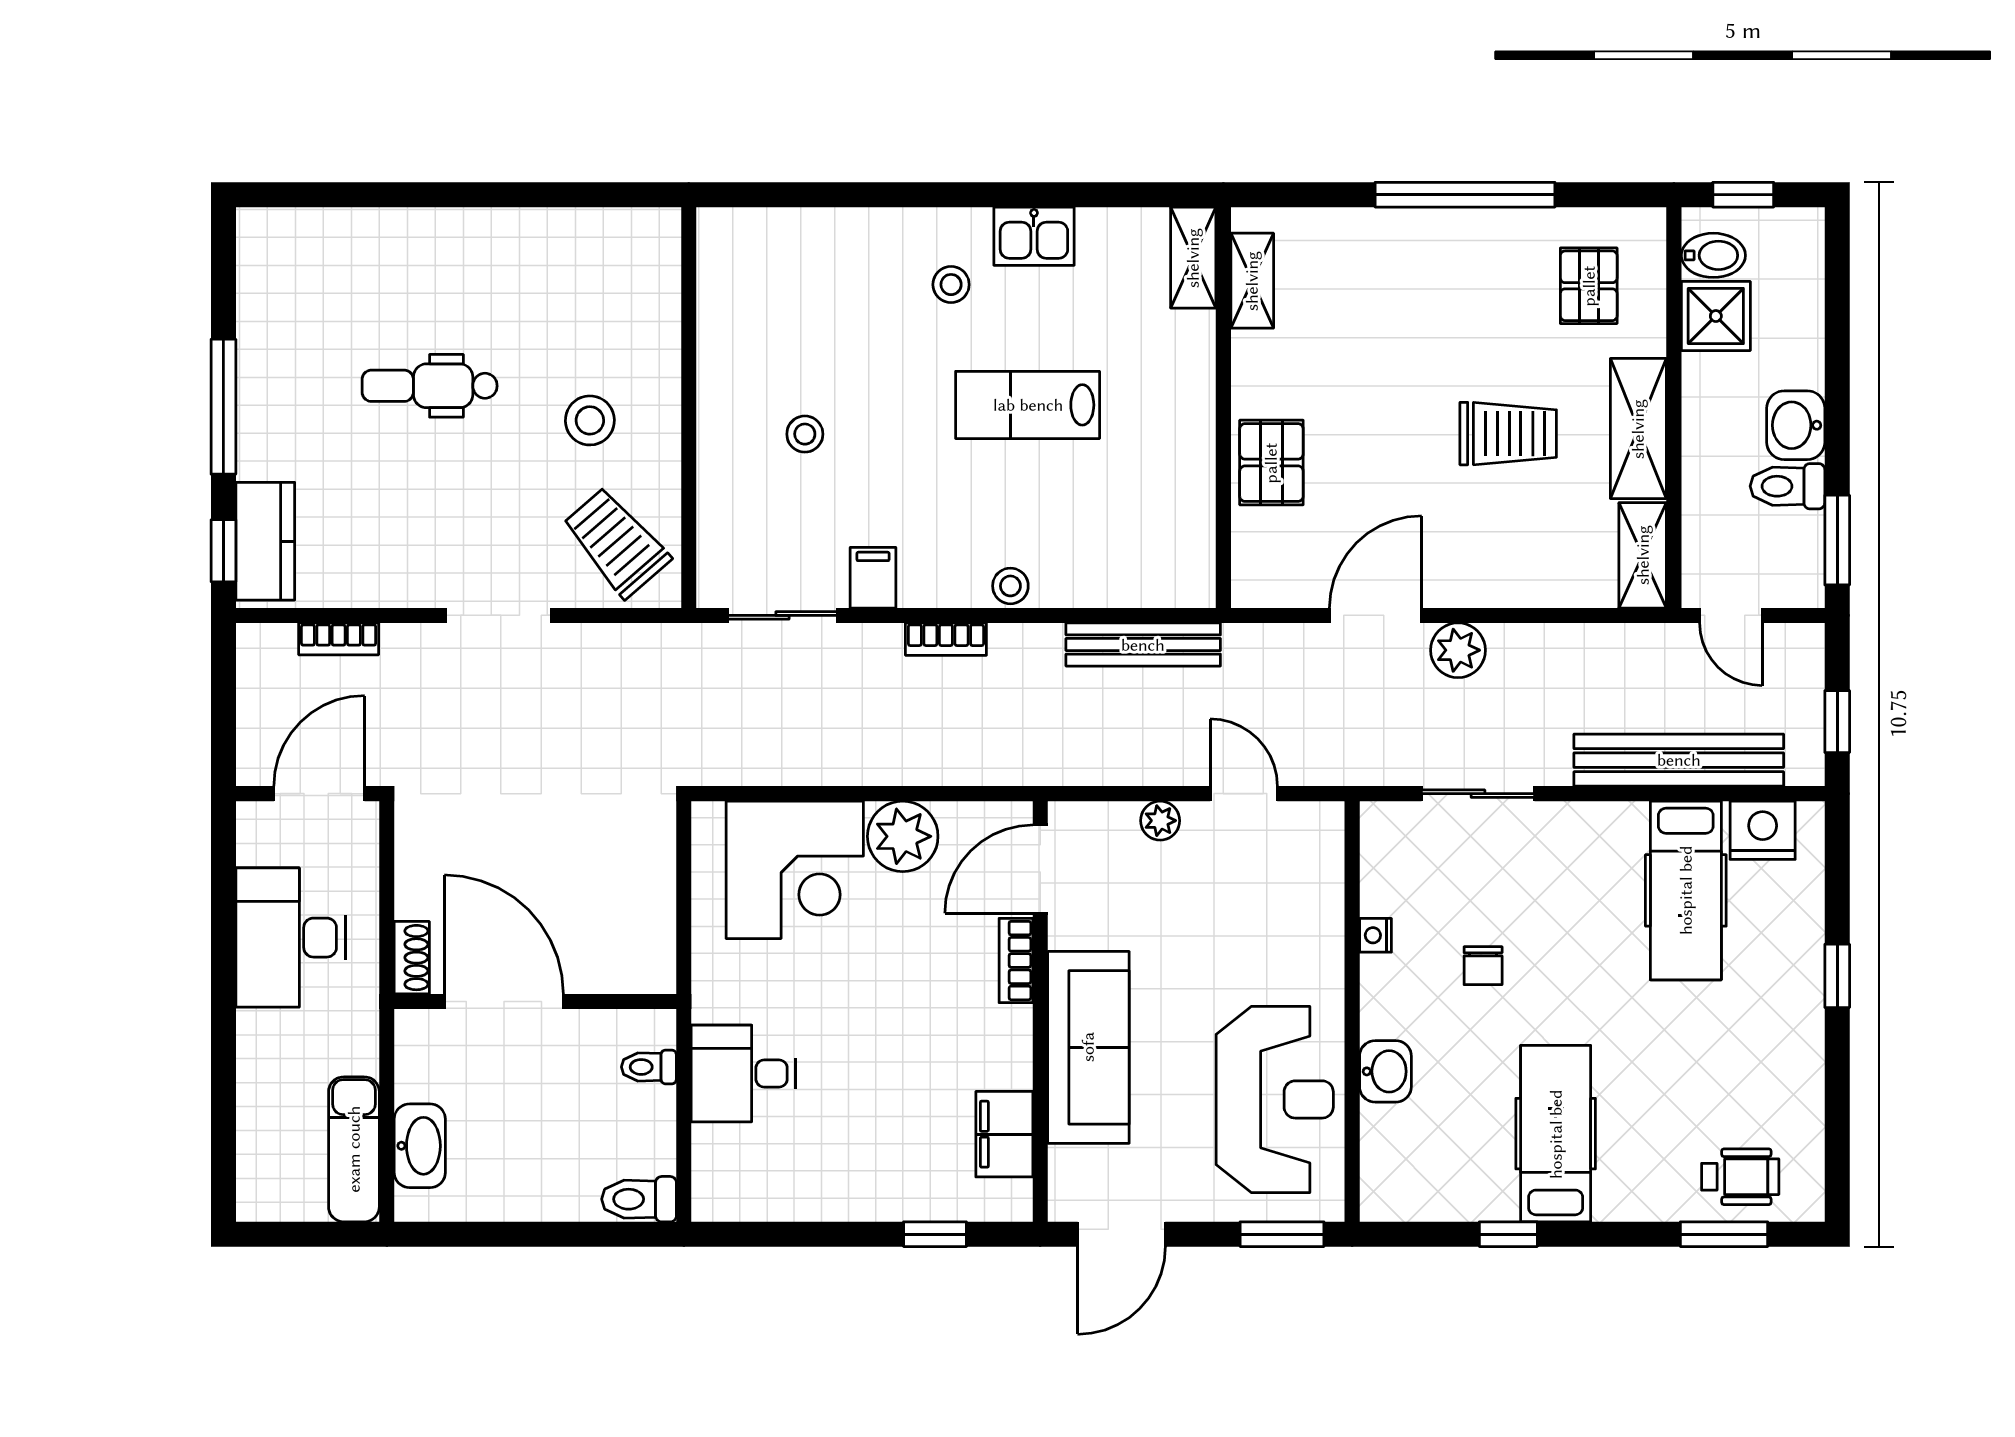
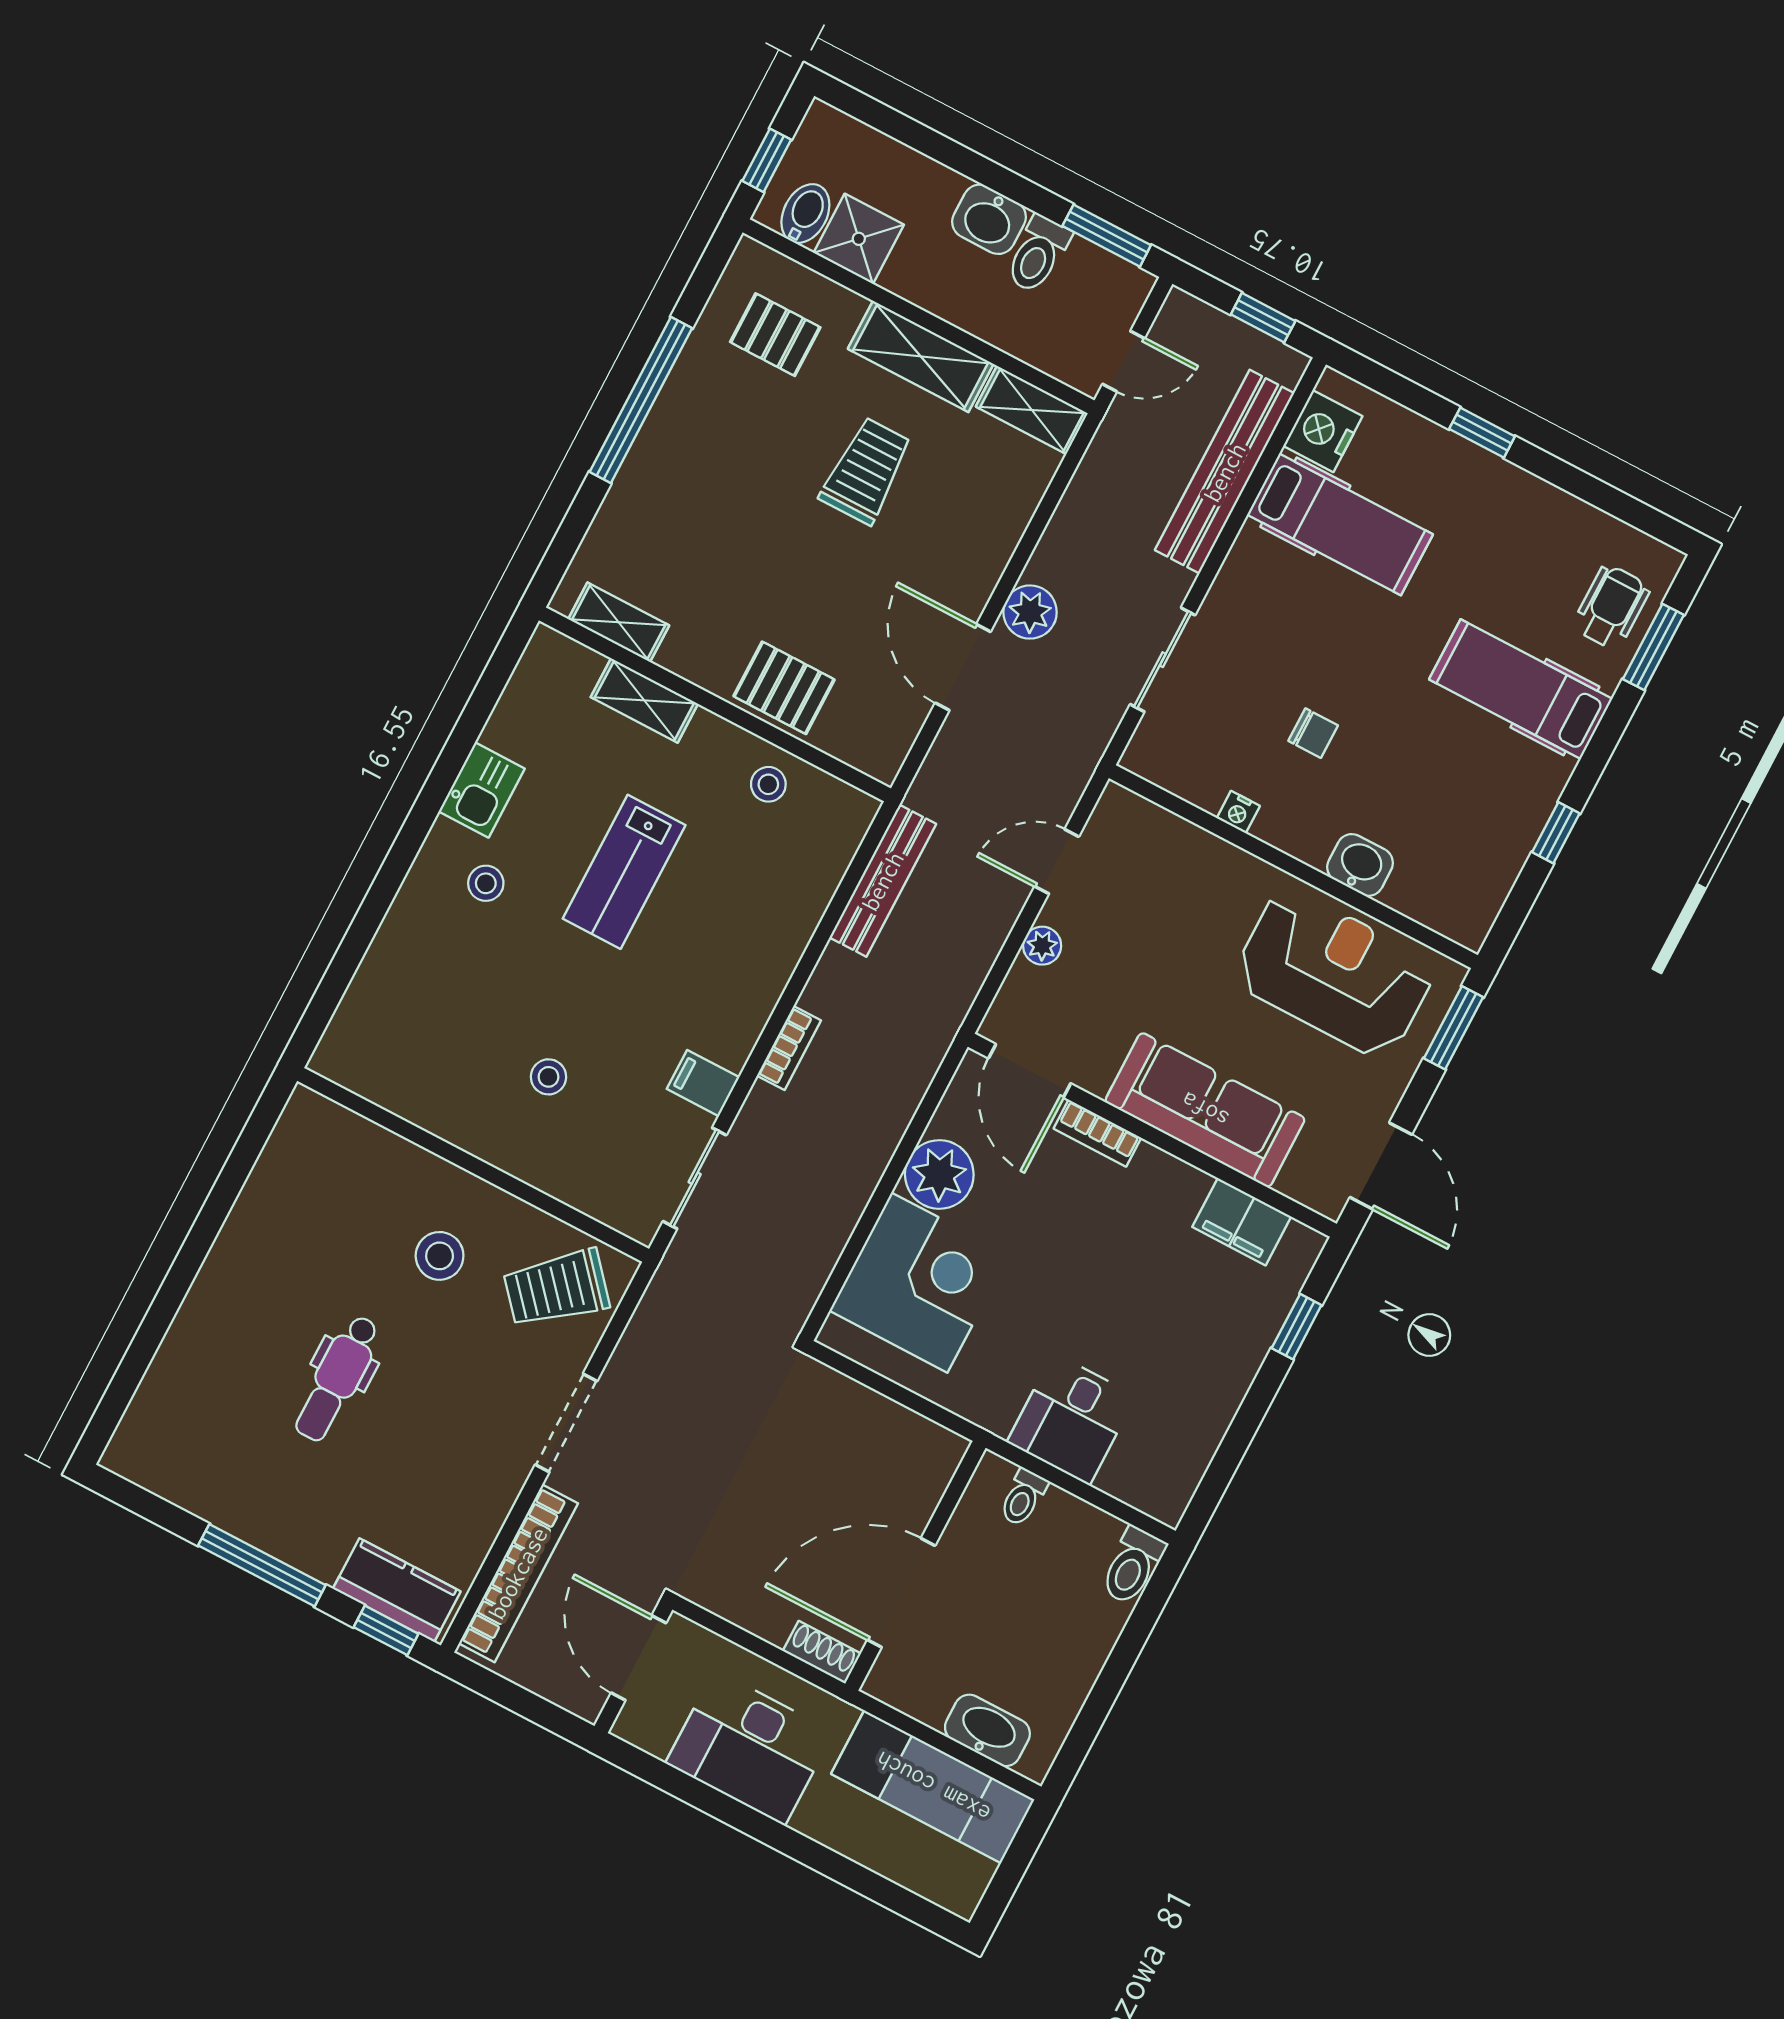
shelving: (1193, 258) -> (644, 700), moved
stool: (1010, 586) -> (768, 784), moved
bookcase: (339, 639) -> (518, 1573), width x2.31, depth x1.31
hospital bed: (1556, 1134) -> (1521, 689), moved
exam couch: (354, 1149) -> (933, 1787), width x1.36, depth x1.45

